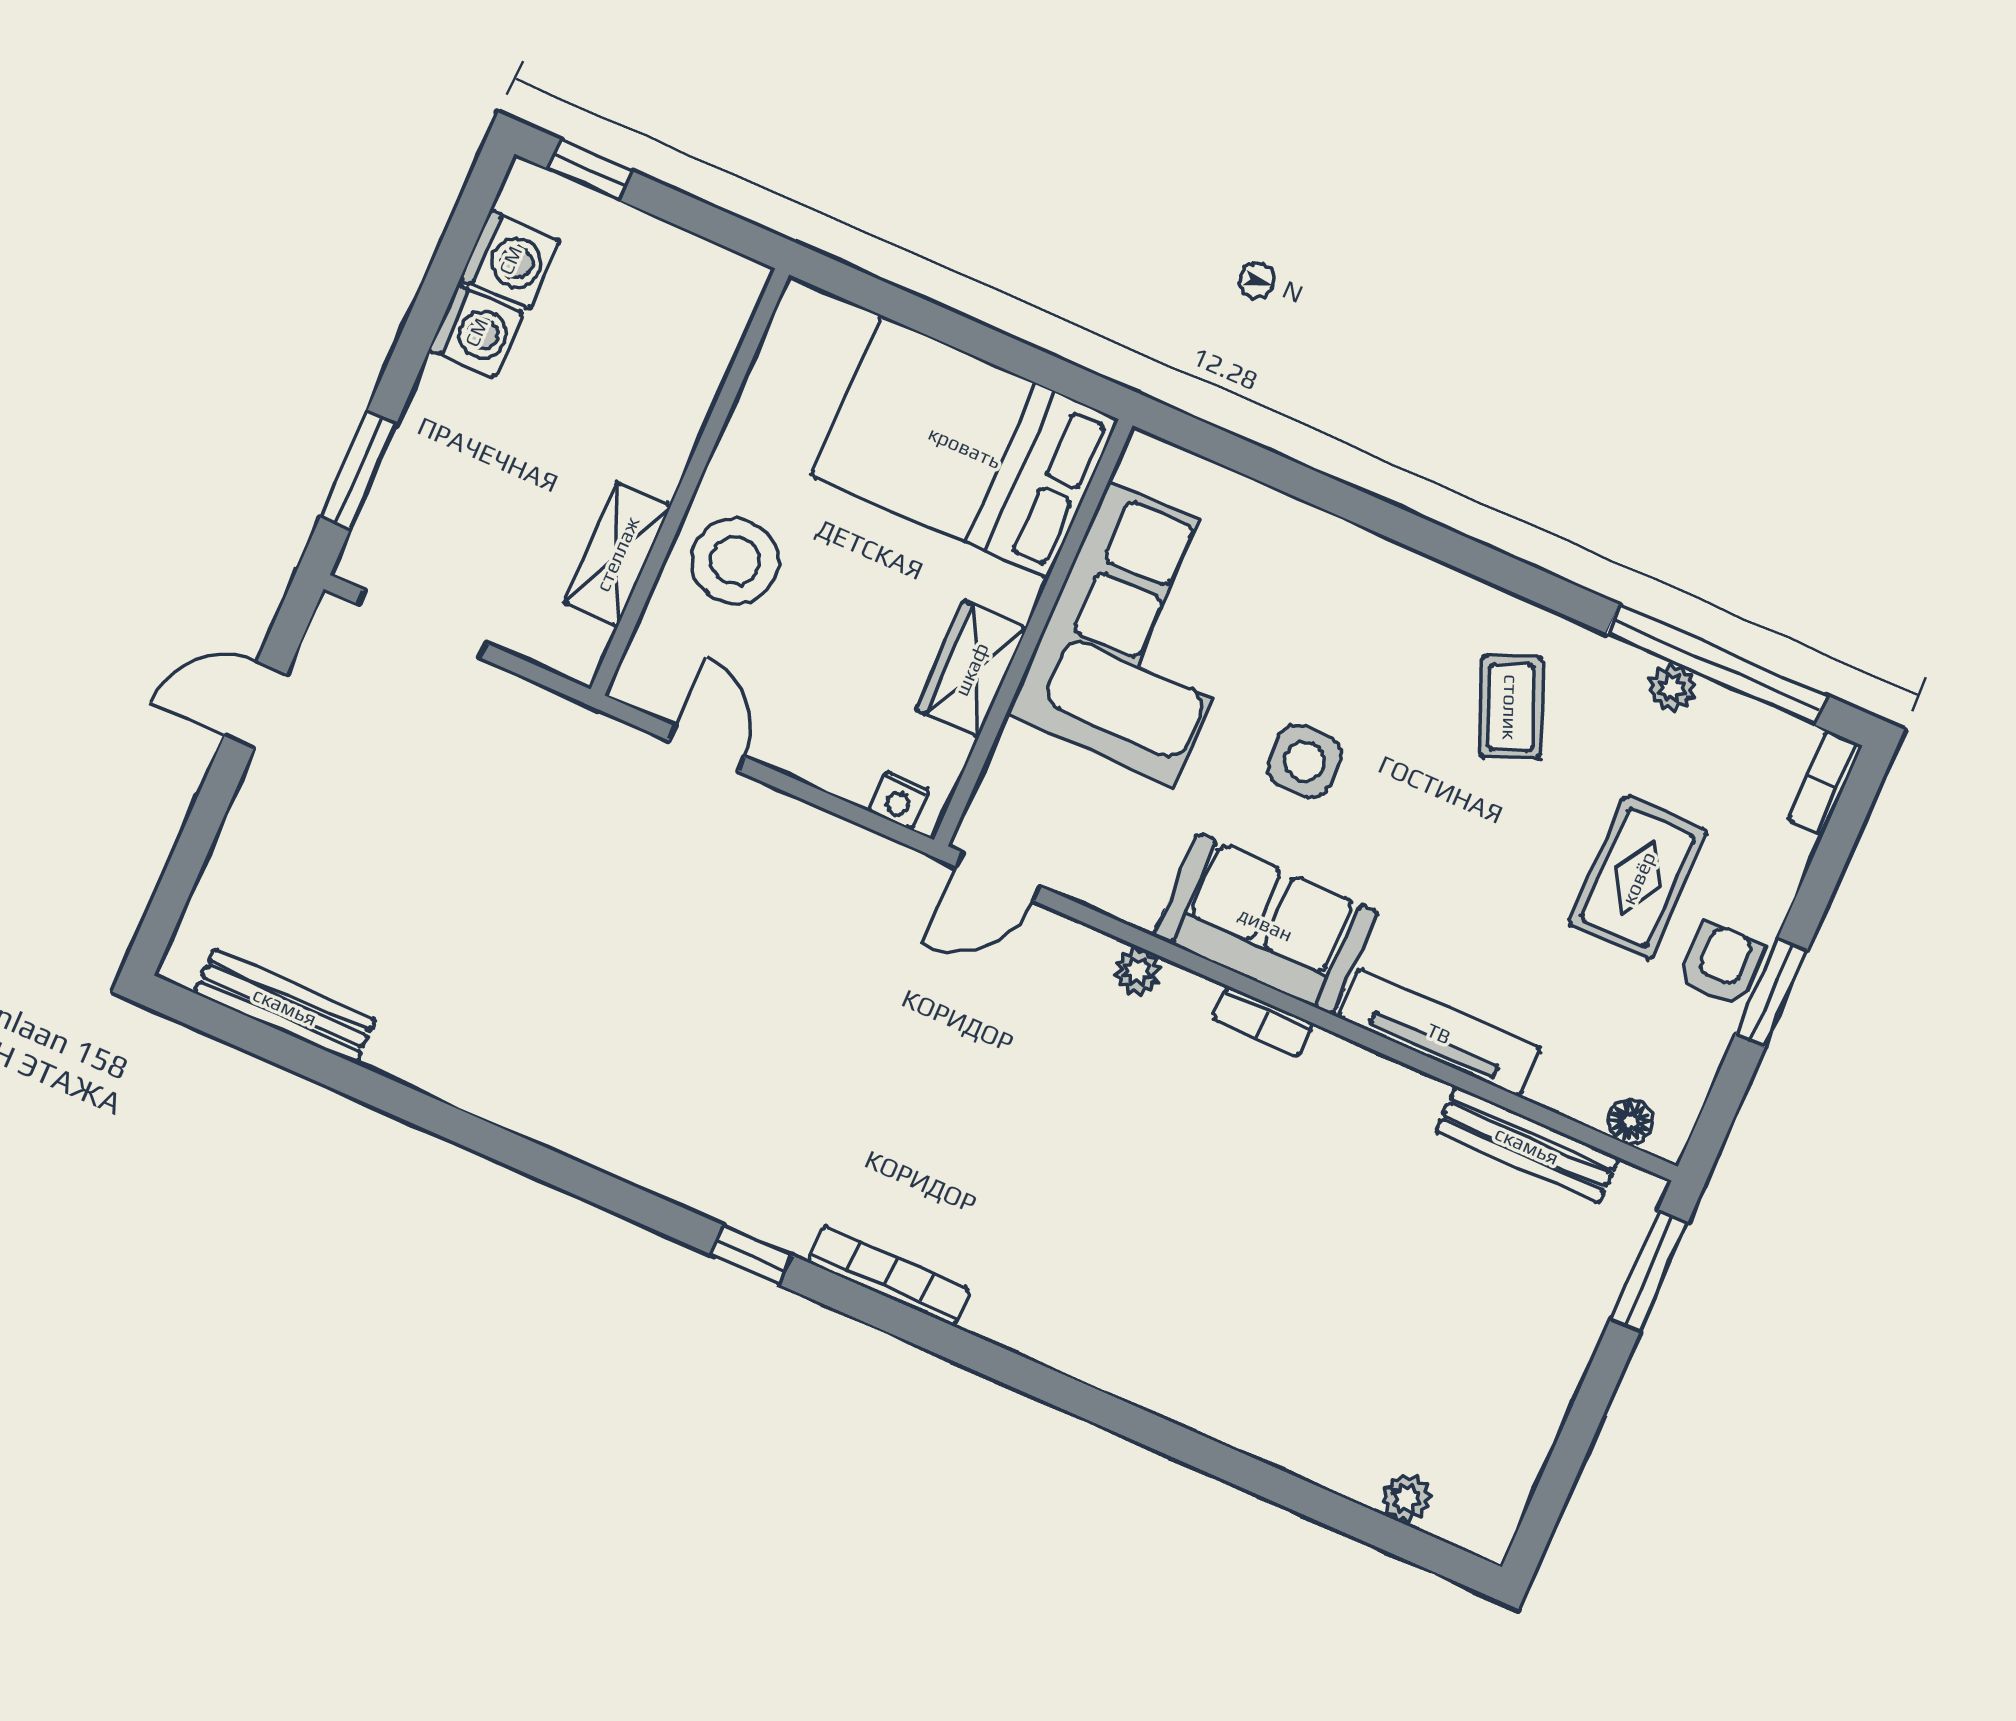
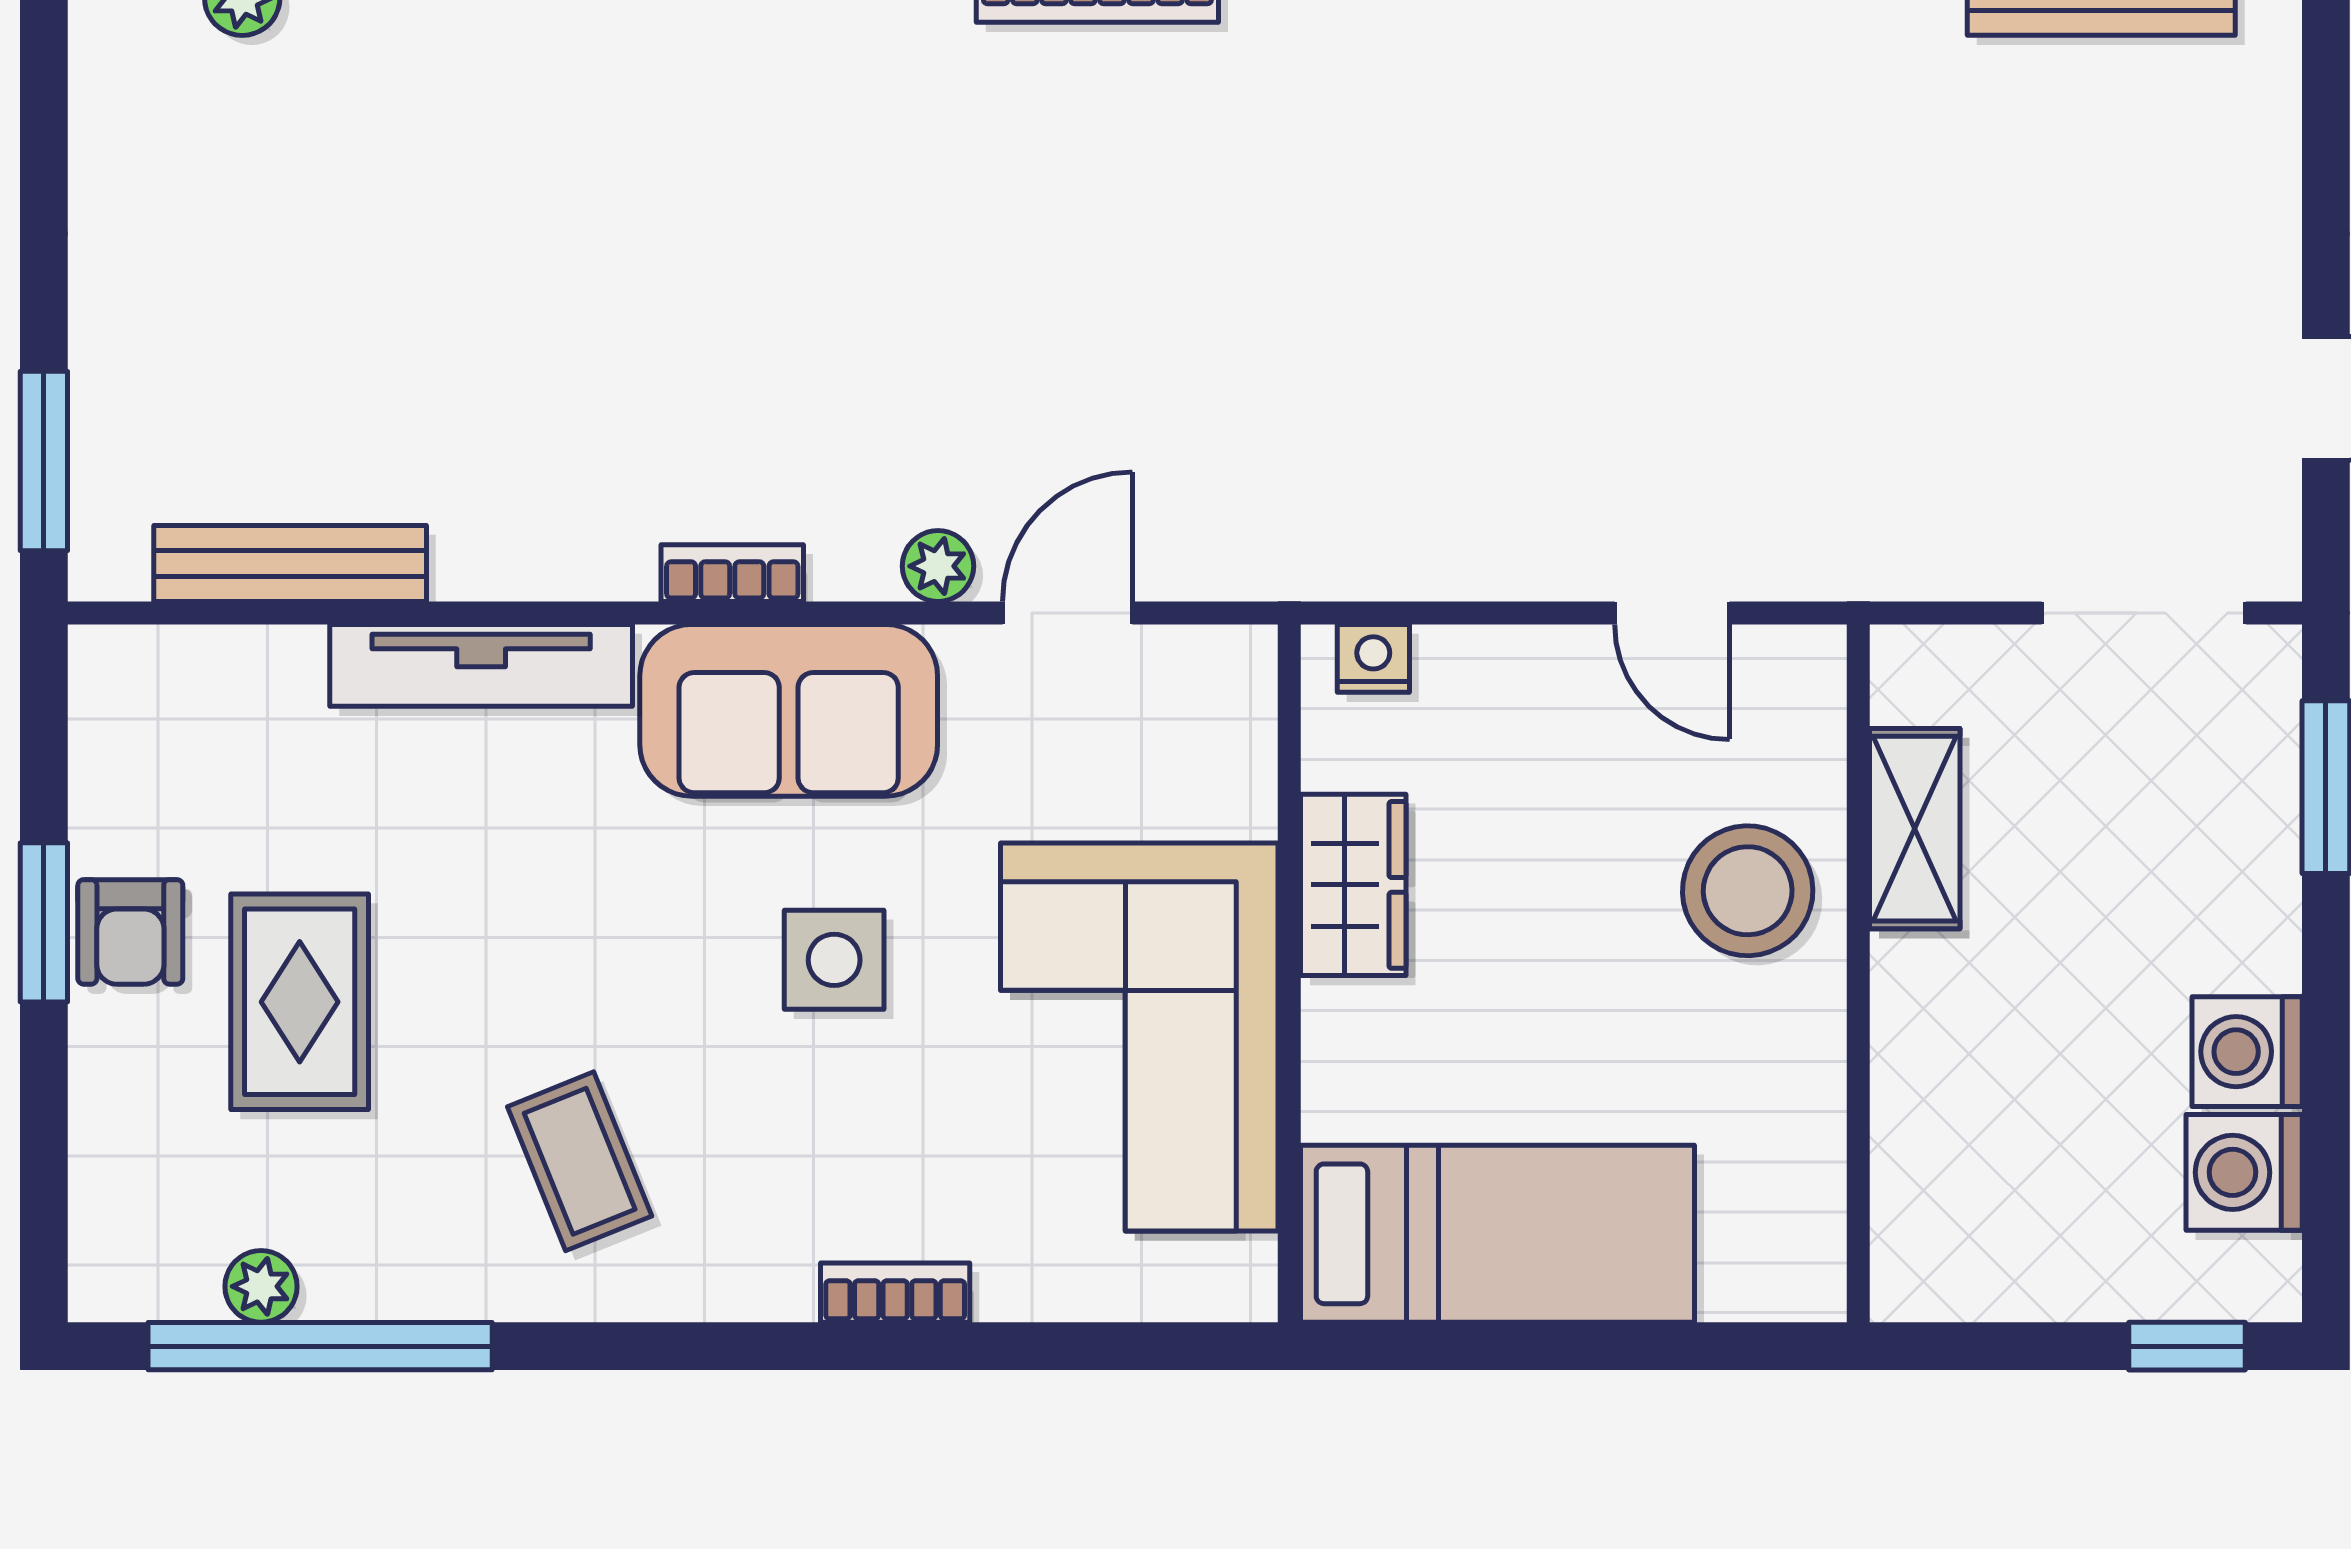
bed: (965, 447) -> (1497, 1234), width x0.67
plant: (1672, 688) -> (261, 1286), moved
bookcase: (1825, 783) -> (895, 1293), moved, turned -90
door: (998, 876) -> (1067, 613), moved
floor lamp: (1630, 1121) -> (161, 658), removed

